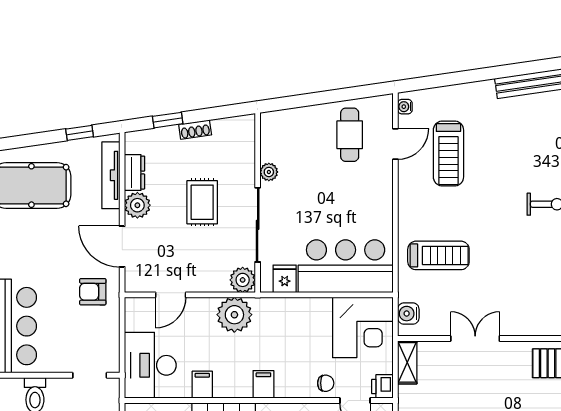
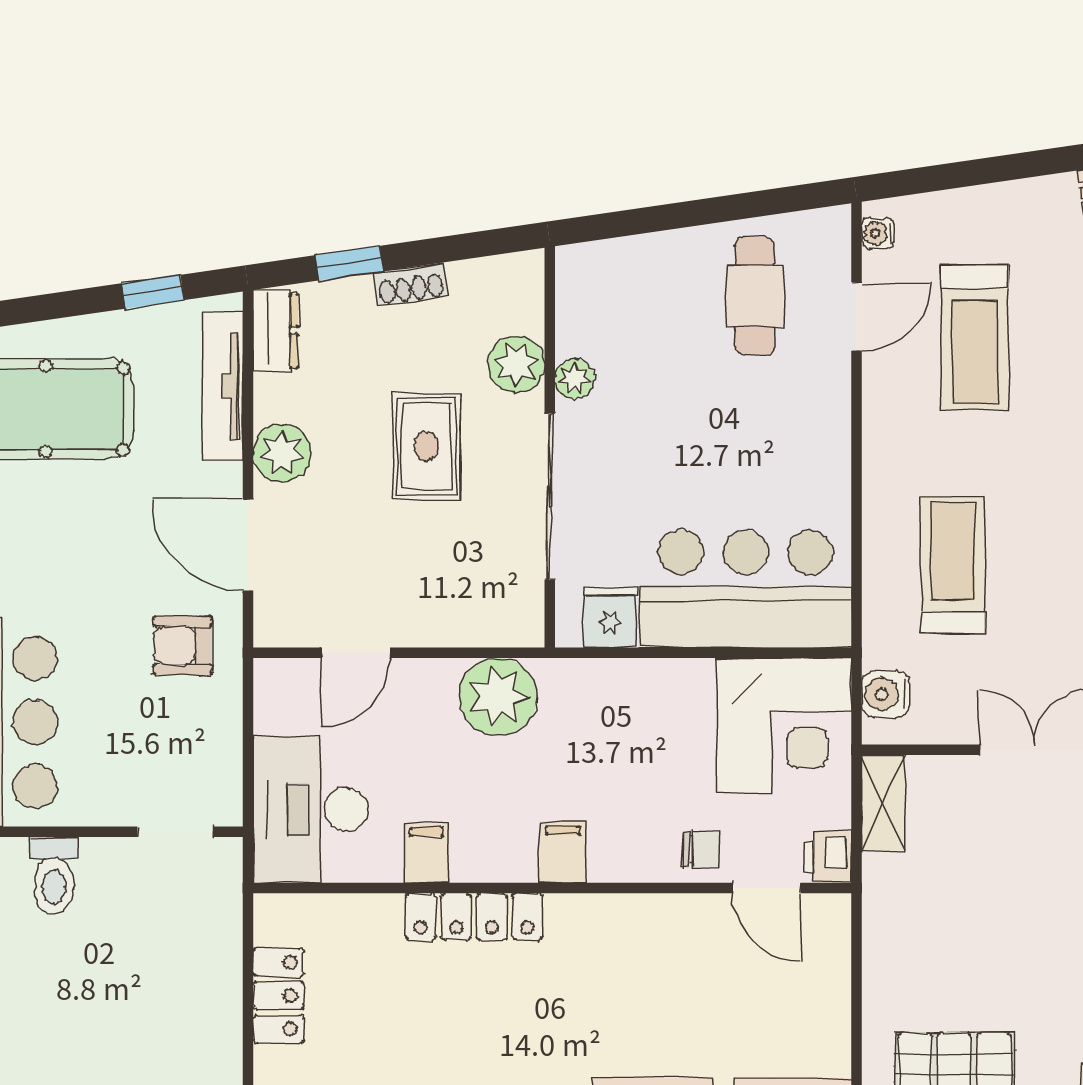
dresser: (135, 173) -> (276, 331), moved
treadmill: (438, 255) -> (953, 565), turned -90
plant: (243, 280) -> (516, 364), moved

